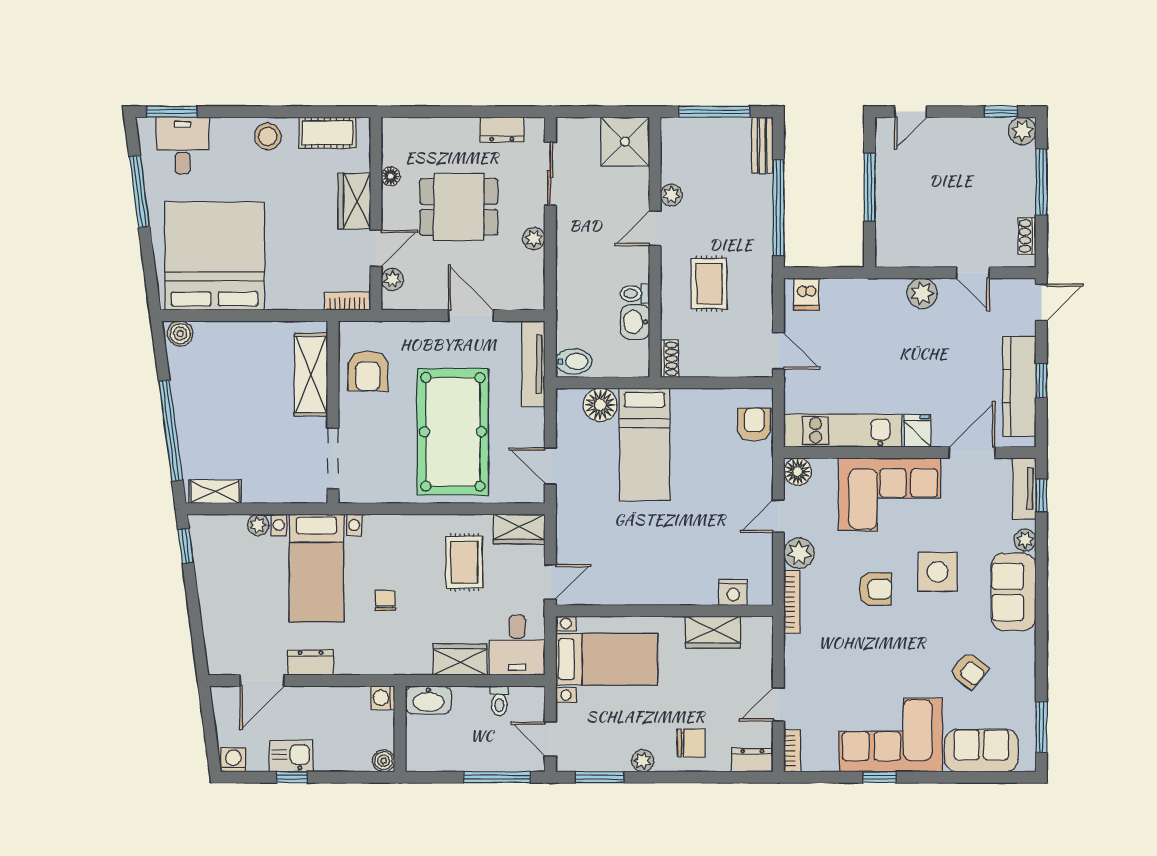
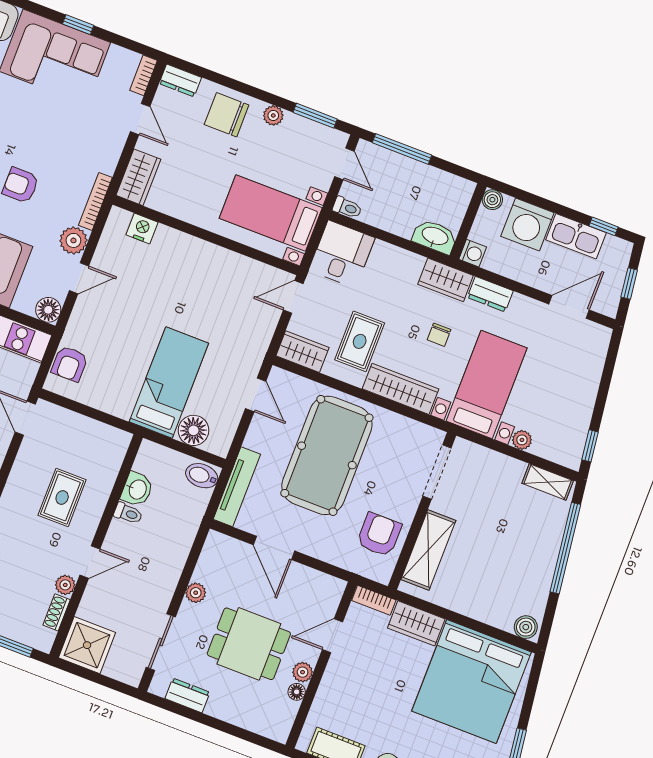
wardrobe: (354, 201) -> (416, 623), moved, turned 90
plant: (392, 279) -> (303, 672), moved
shoe rack: (669, 359) -> (57, 612), moved
wardrobe: (403, 529) -> (400, 389), added
wardrobe: (713, 632) -> (138, 177), moved, turned 90
wardrobe: (460, 660) -> (446, 280), moved
dresser: (311, 663) -> (490, 294), moved
toilet: (499, 701) -> (347, 208), moved, turned 90
door: (778, 704) -> (140, 119), hinge flipped
window: (210, 728) -> (629, 283), added
chair: (691, 743) -> (227, 115), width x1.37, depth x1.37
kitchen sink: (291, 756) -> (576, 236), width x1.38
washing machine: (233, 760) -> (527, 224), moved, width x1.89, depth x1.89
window: (292, 777) -> (604, 226), moved

